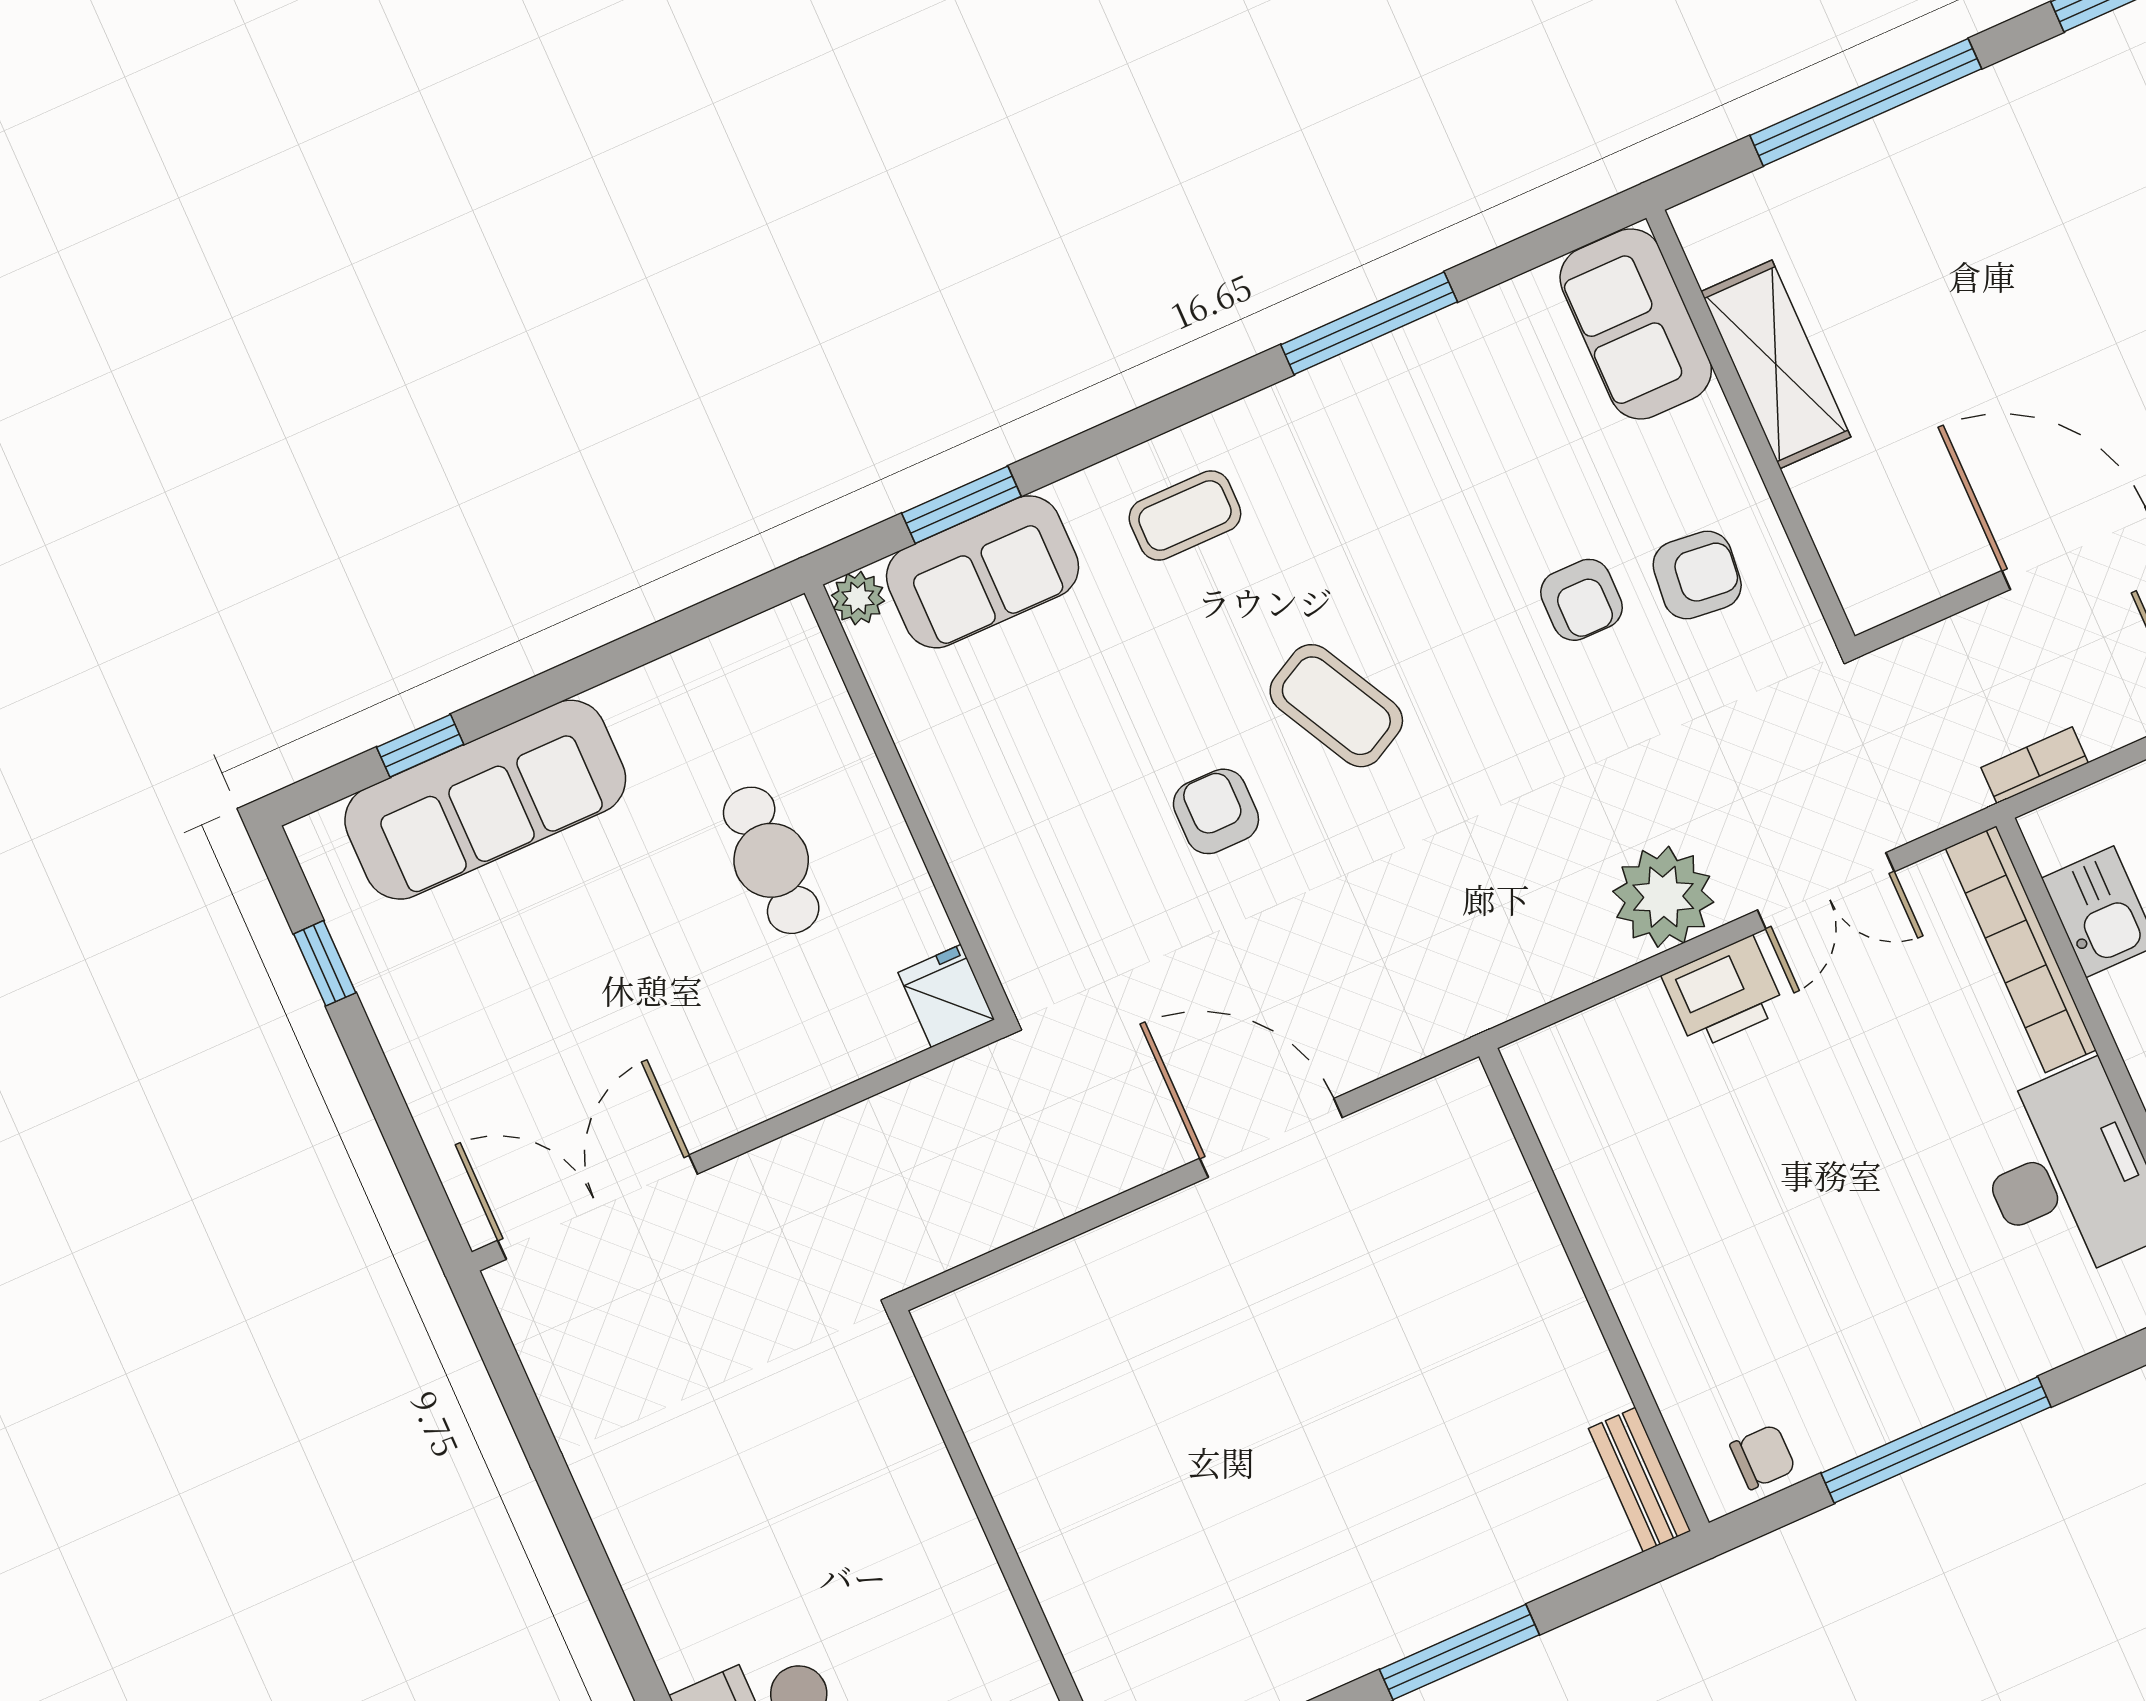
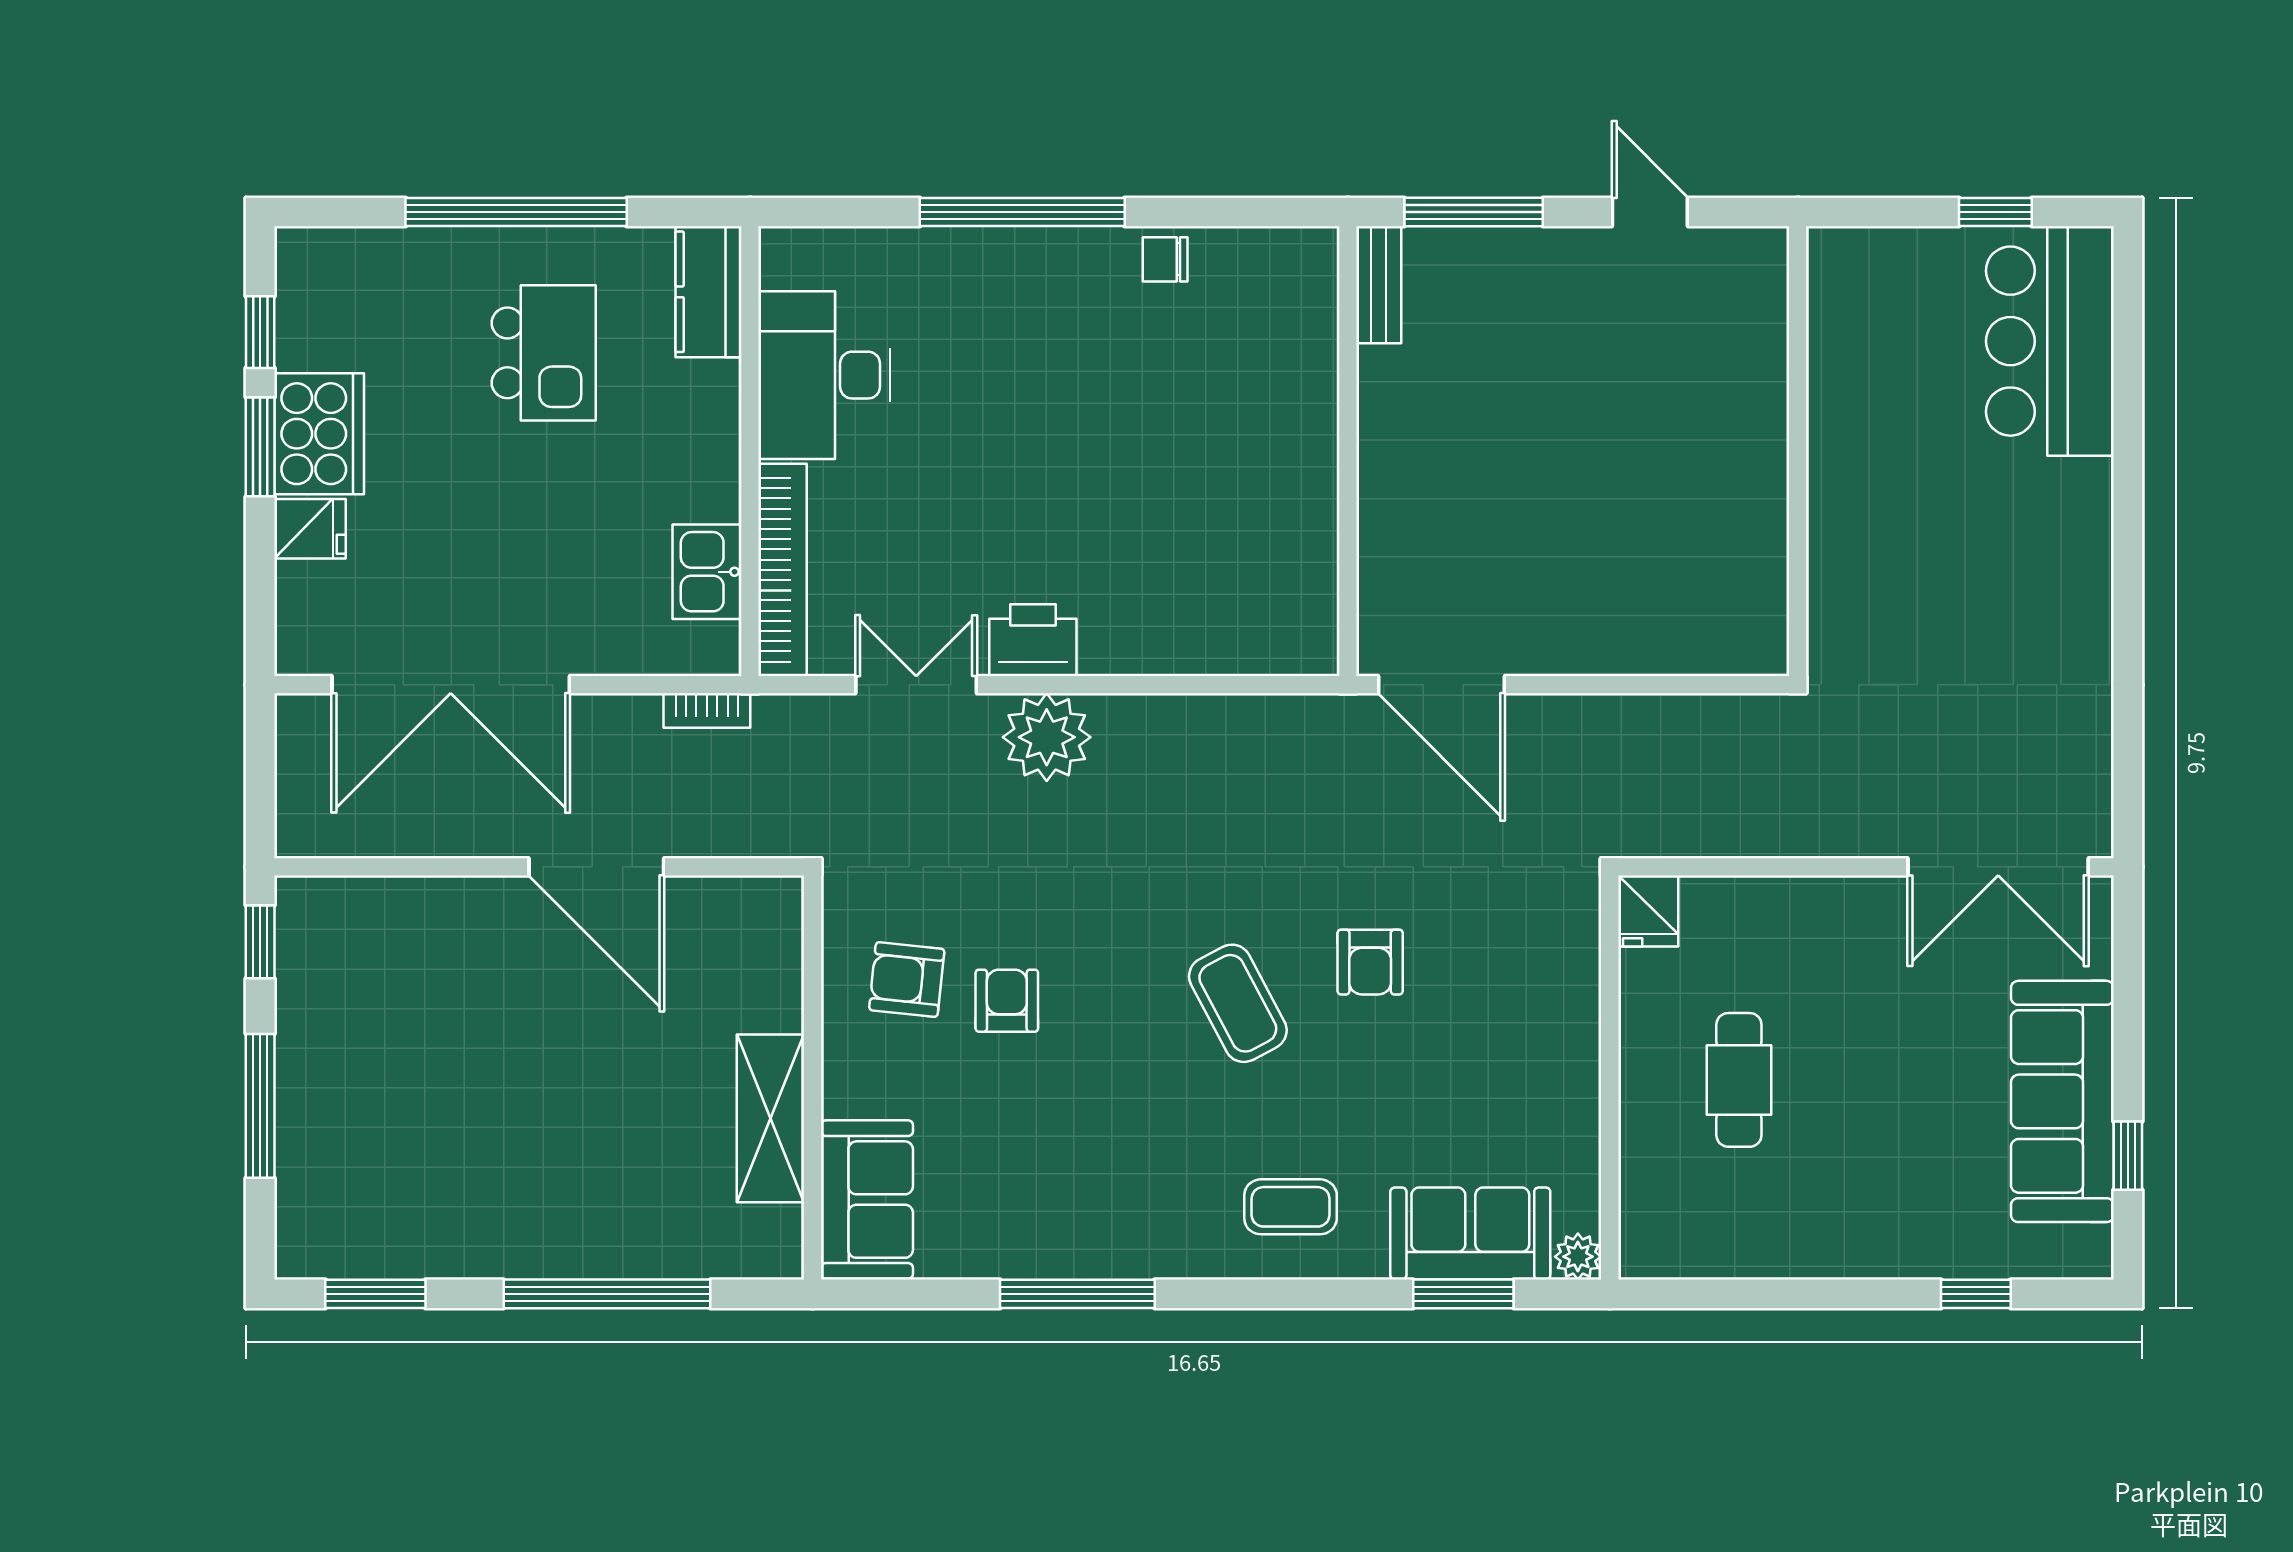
sofa: (485, 800) -> (2062, 1101), moved, turned -90
wall: (1594, 1290) -> (1348, 451), moved
bench: (1640, 1480) -> (1379, 285), moved

